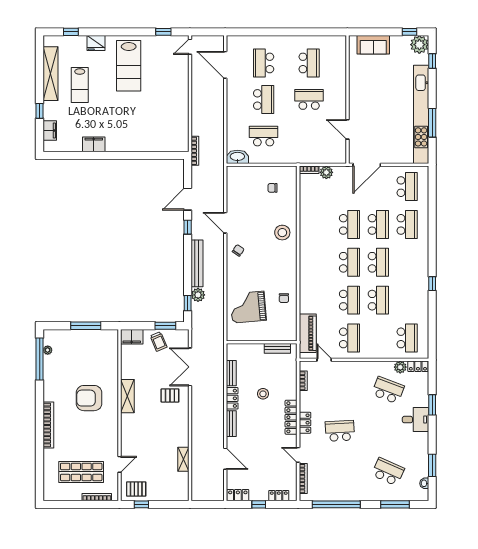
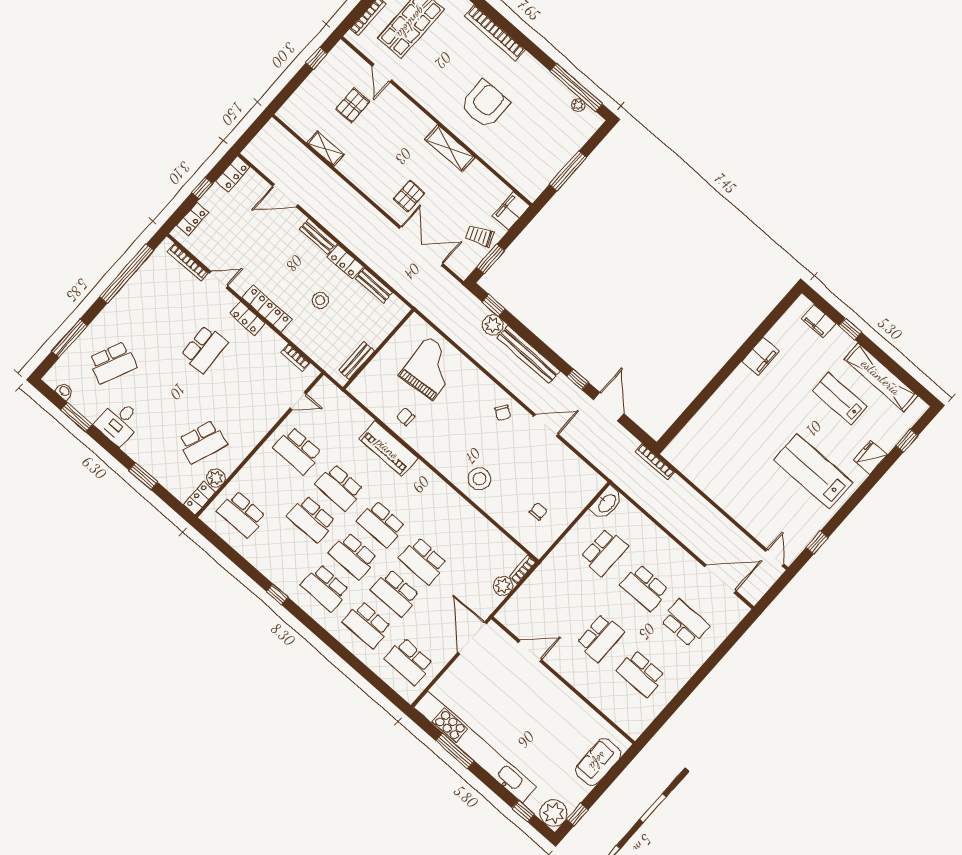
school desk: (407, 262) -> (325, 588), added
piano: (308, 333) -> (388, 448), moved
desk: (415, 420) -> (119, 422), moved
pallet: (136, 489) -> (352, 105), moved

